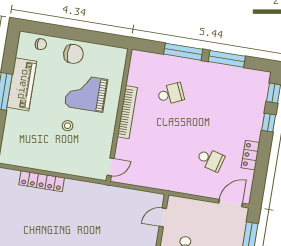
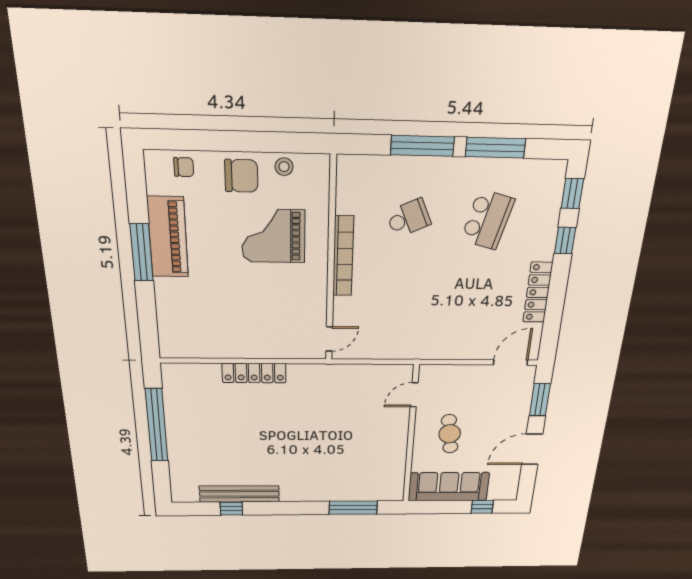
stool: (68, 126) -> (284, 167), moved
locker: (250, 155) -> (538, 292), width x1.53
school desk: (210, 160) -> (488, 220), moved, width x1.85
locker: (42, 181) -> (254, 373), moved

